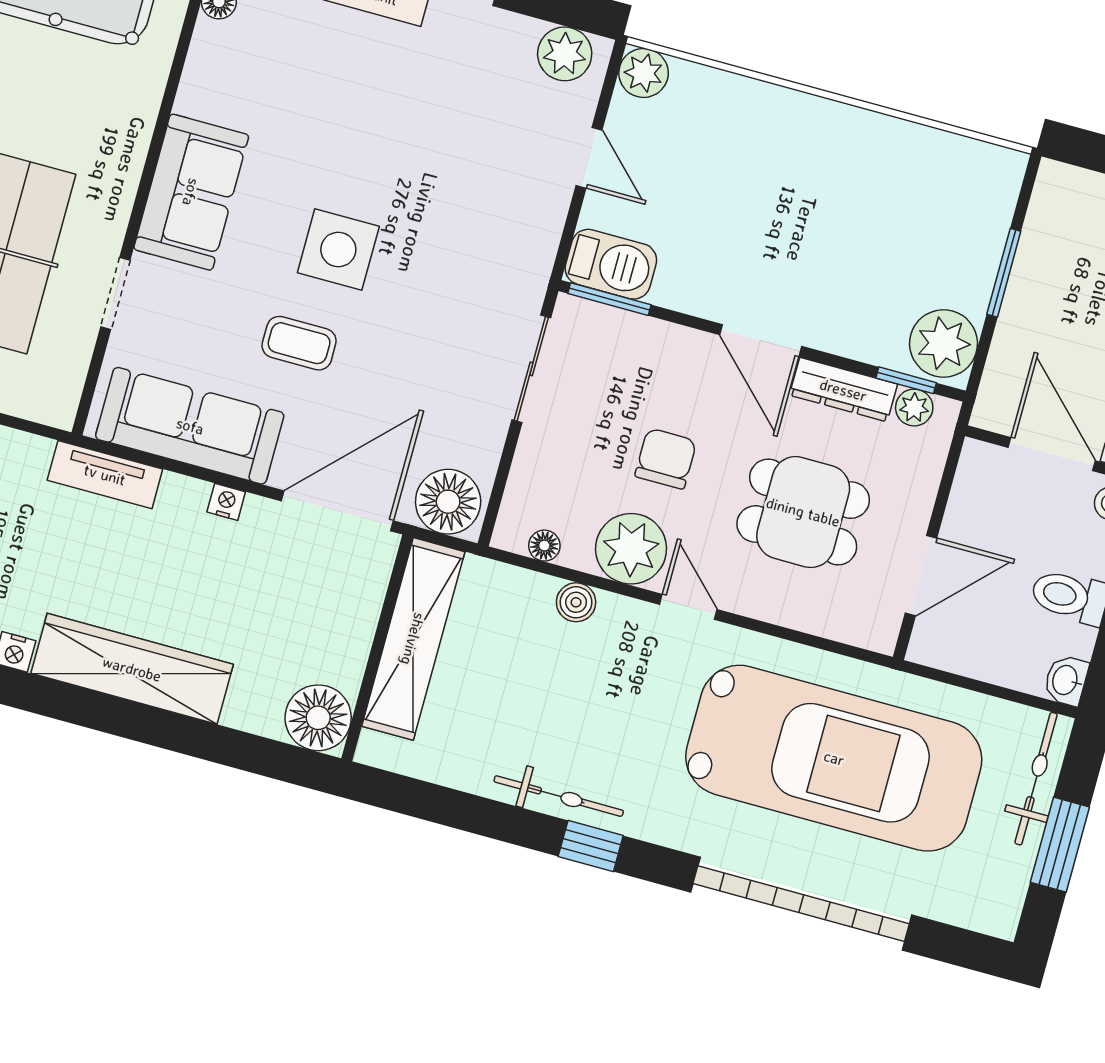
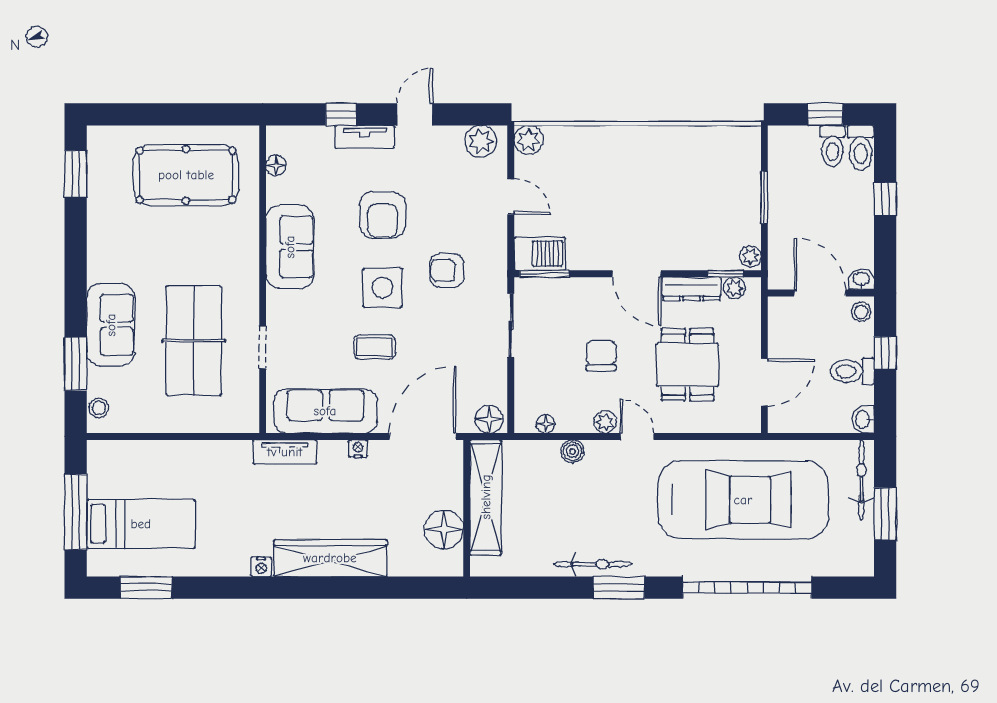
armchair: (371, 130) -> (382, 215), added
sofa: (191, 192) -> (290, 247), moved
armchair: (452, 250) -> (447, 270), added
plant: (944, 344) -> (750, 256), width x0.53, depth x0.53
floor lamp: (448, 502) -> (489, 419), width x0.73, depth x0.73
dining table: (803, 512) -> (688, 365), turned 90
plant: (631, 549) -> (605, 422), width x0.53, depth x0.53
floor lamp: (318, 718) -> (444, 529), moved
window: (591, 846) -> (619, 588), width x1.50

